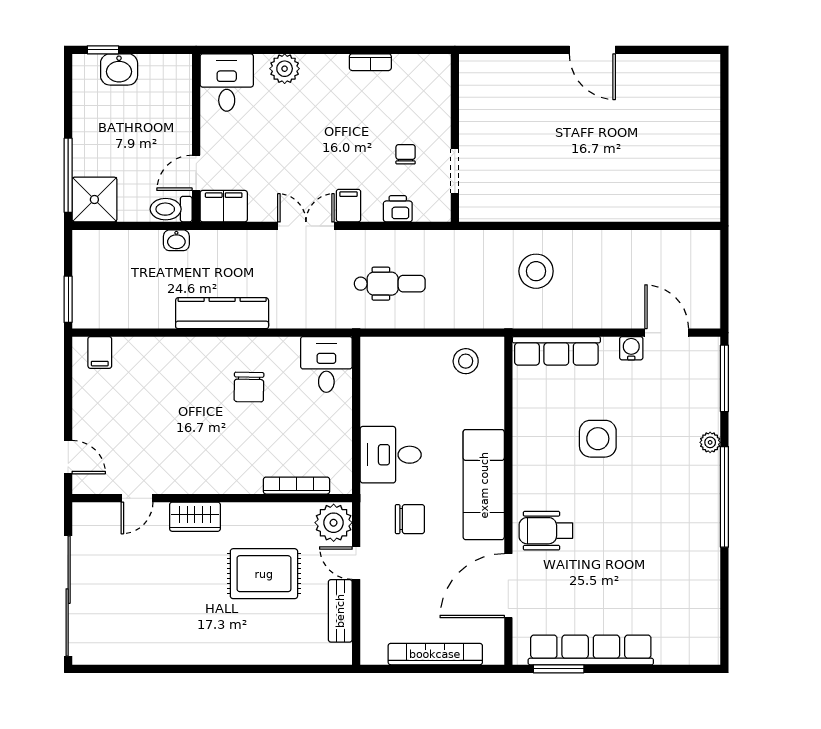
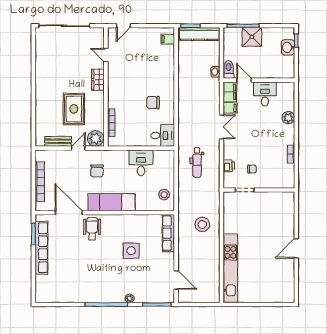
desk: (227, 82) -> (265, 94), moved, turned -90
shower: (94, 200) -> (252, 37), moved
kitchen unit: (639, 205) -> (230, 268), added
filing cabinet: (348, 206) -> (230, 108), moved
kitchen counter: (222, 313) -> (199, 34), moved, turned 90
door: (667, 333) -> (176, 280), hinge flipped
water cooler: (631, 348) -> (170, 265), removed
desk: (391, 455) -> (141, 163), moved

